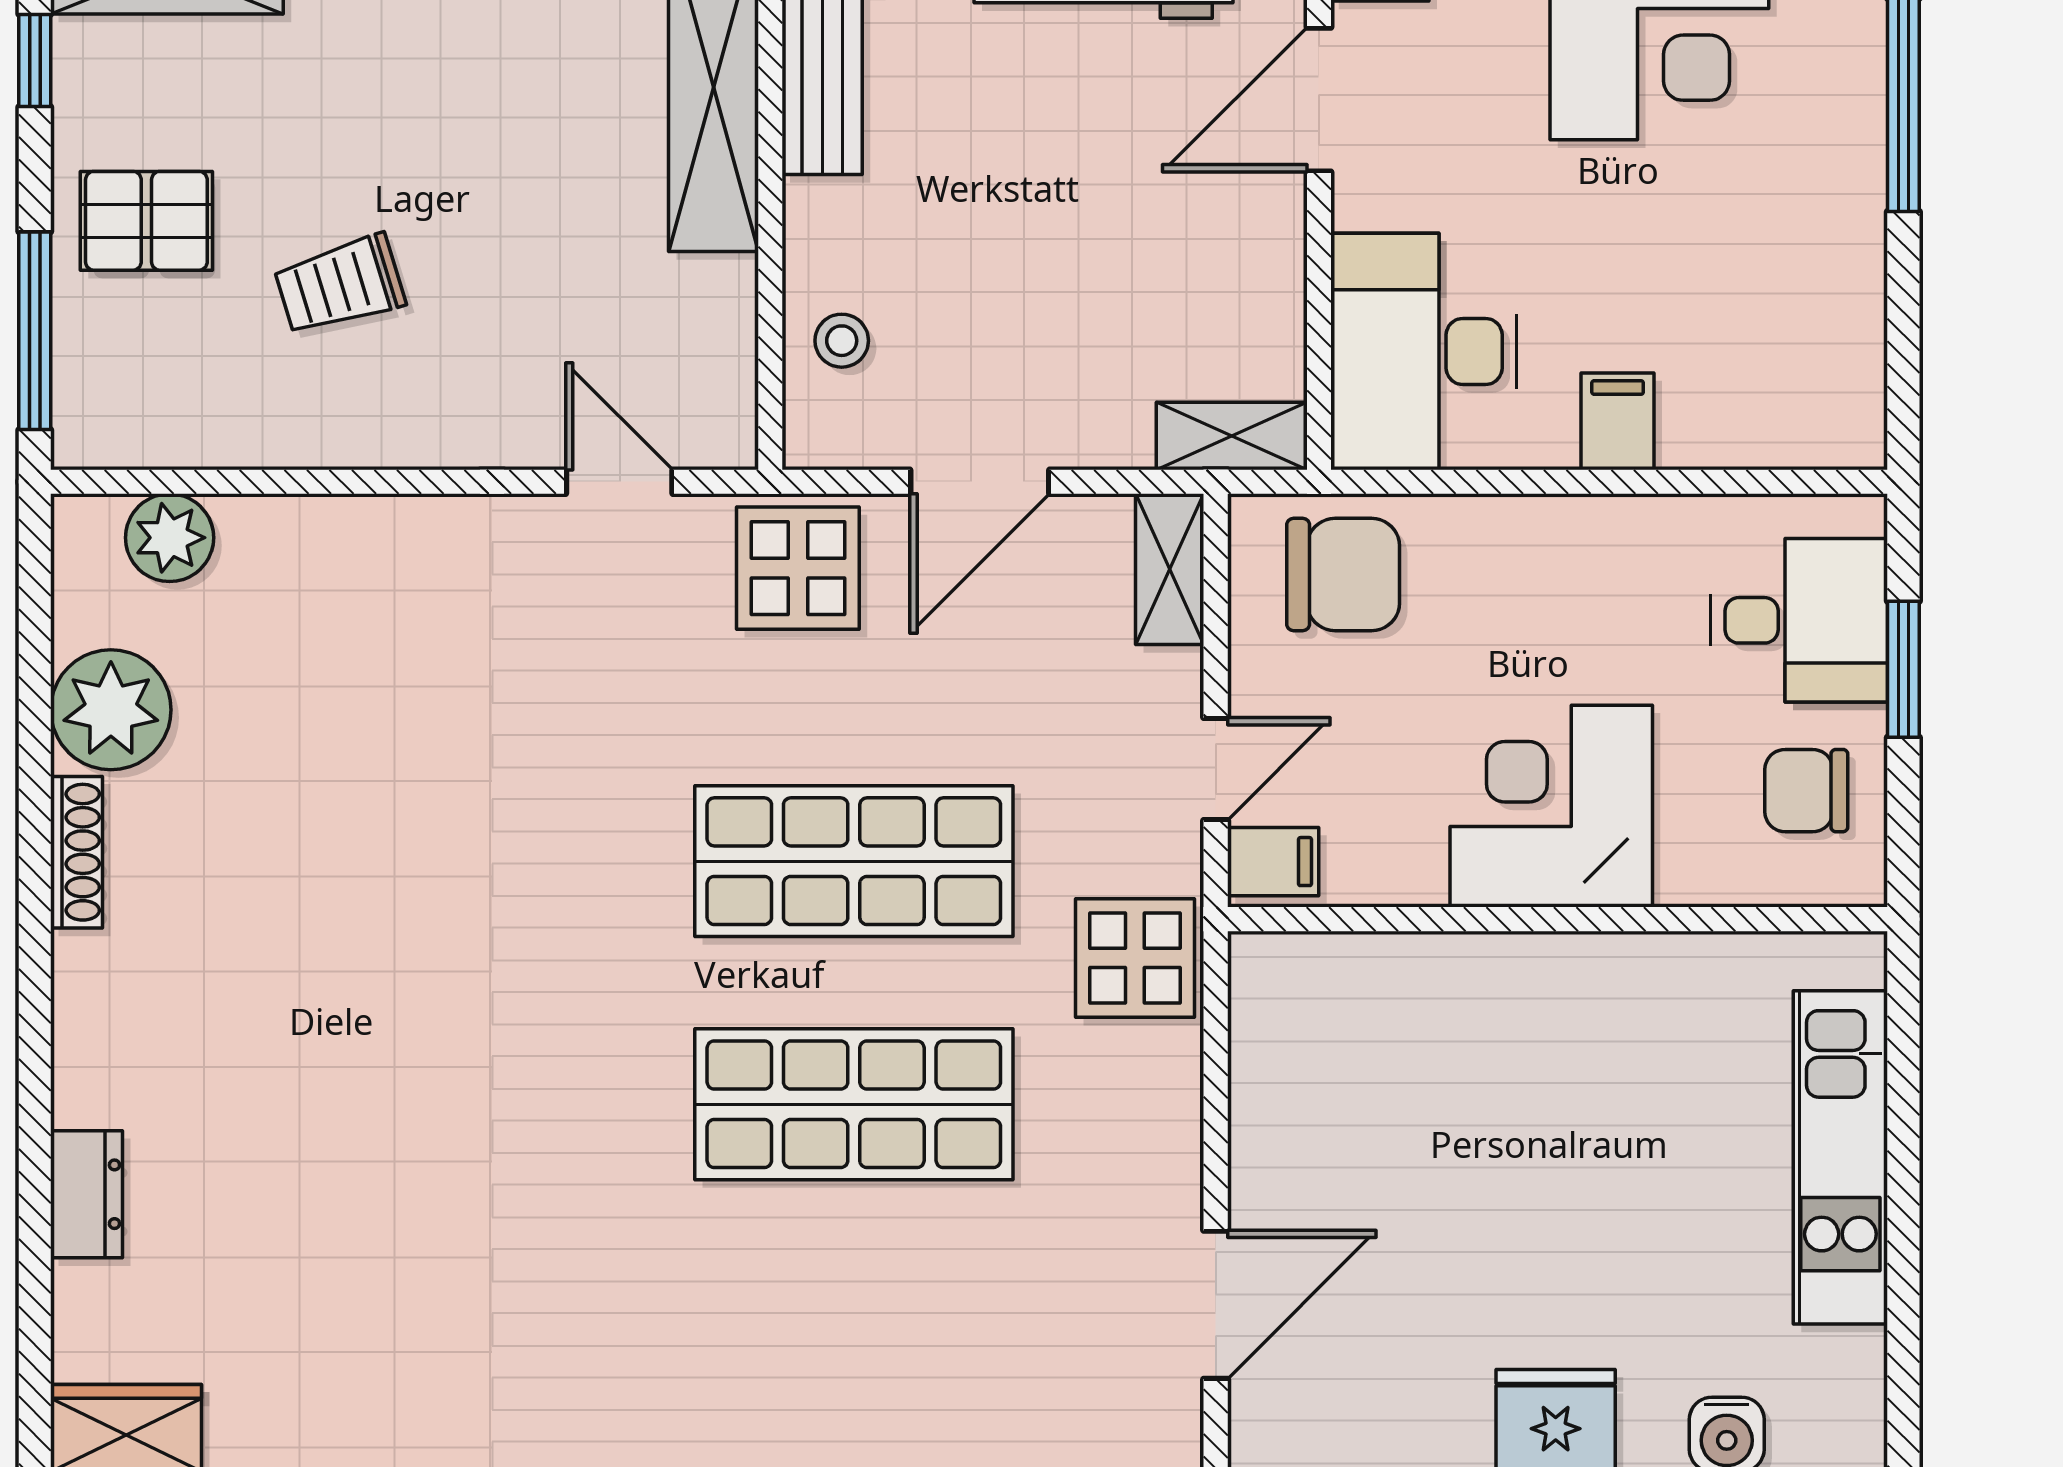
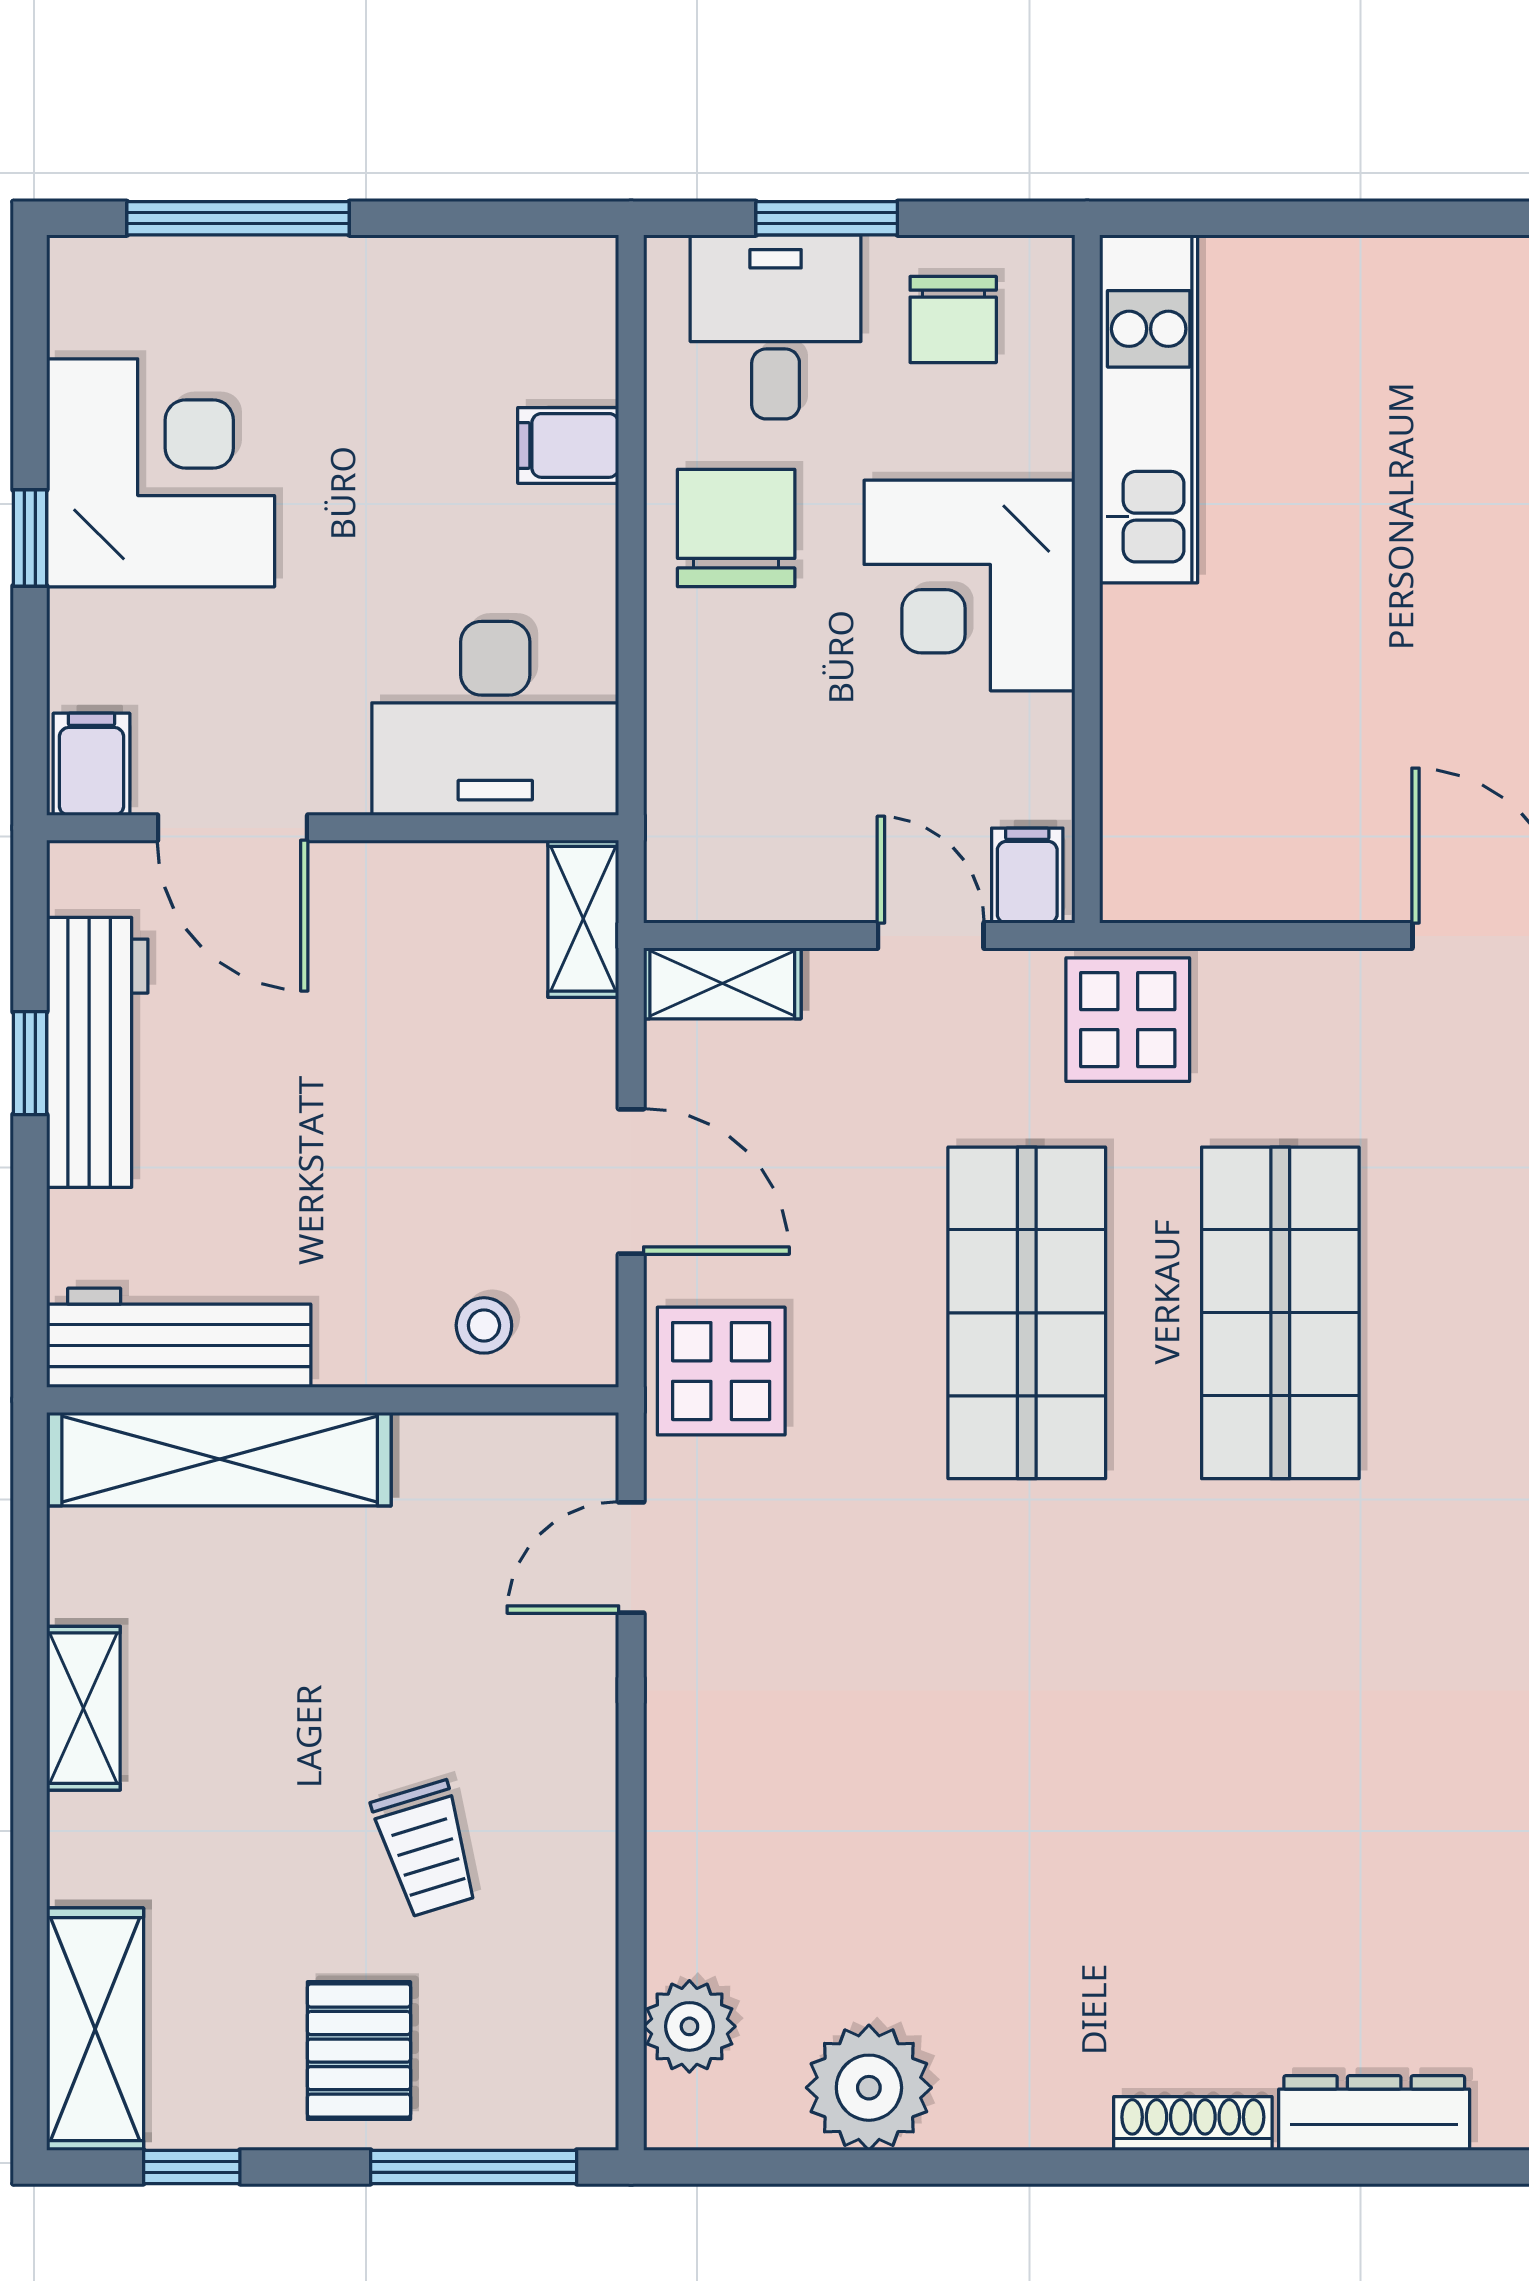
filing cabinet: (1618, 421) -> (568, 445), moved
chair: (1343, 574) -> (736, 528), moved
shoe rack: (77, 852) -> (1193, 2123), moved
kitchen unit: (1840, 1157) -> (1149, 409), moved, turned -90
dresser: (87, 1194) -> (1374, 2113), width x1.44

